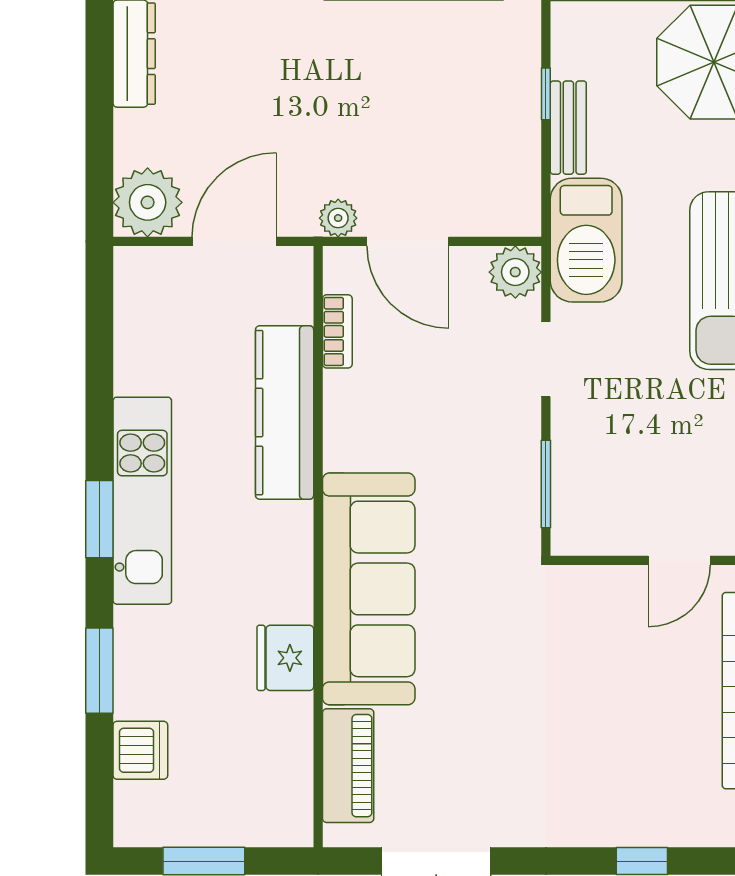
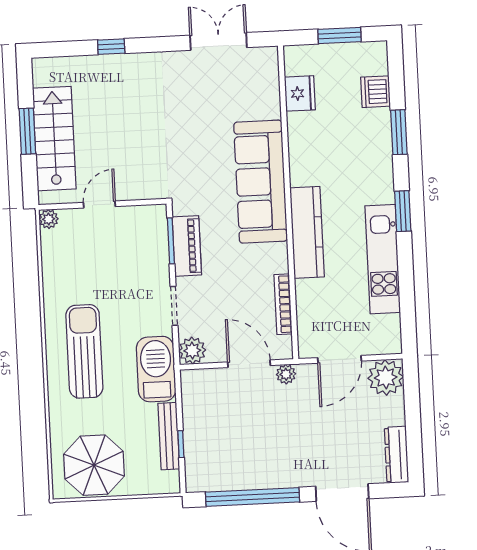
bench: (568, 128) -> (169, 436), width x1.36
bookcase: (337, 331) -> (283, 304), width x1.56
kitchen counter: (285, 413) -> (307, 232), moved
kitchen unit: (142, 501) -> (383, 259), moved
fridge: (285, 658) -> (300, 93), moved
piano: (348, 766) -> (187, 246), moved, turned 180

